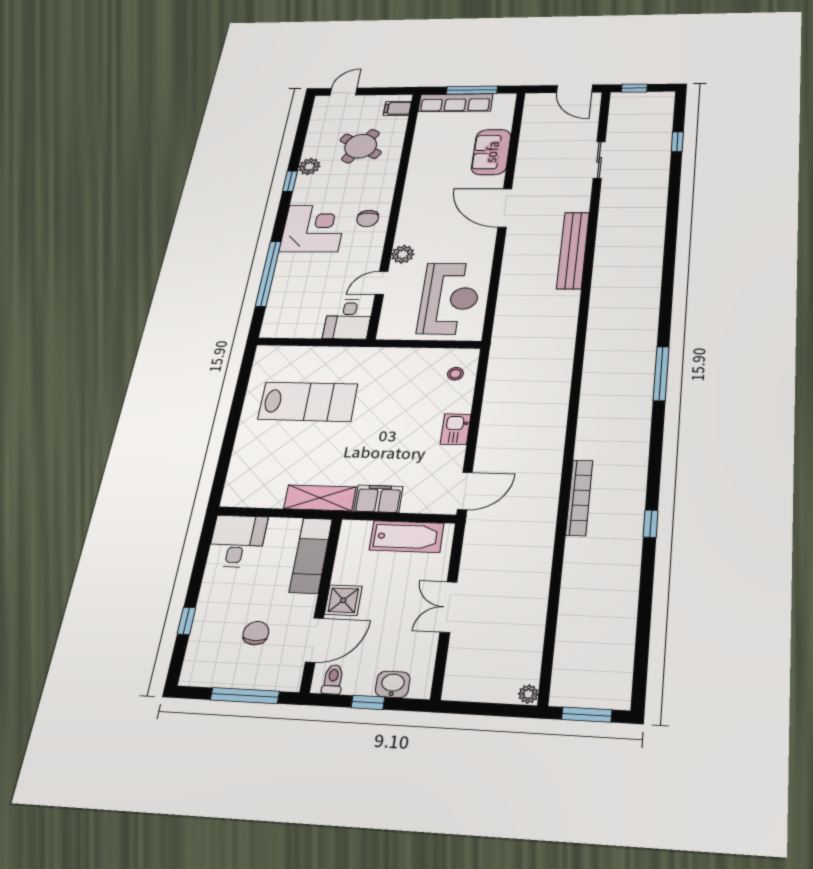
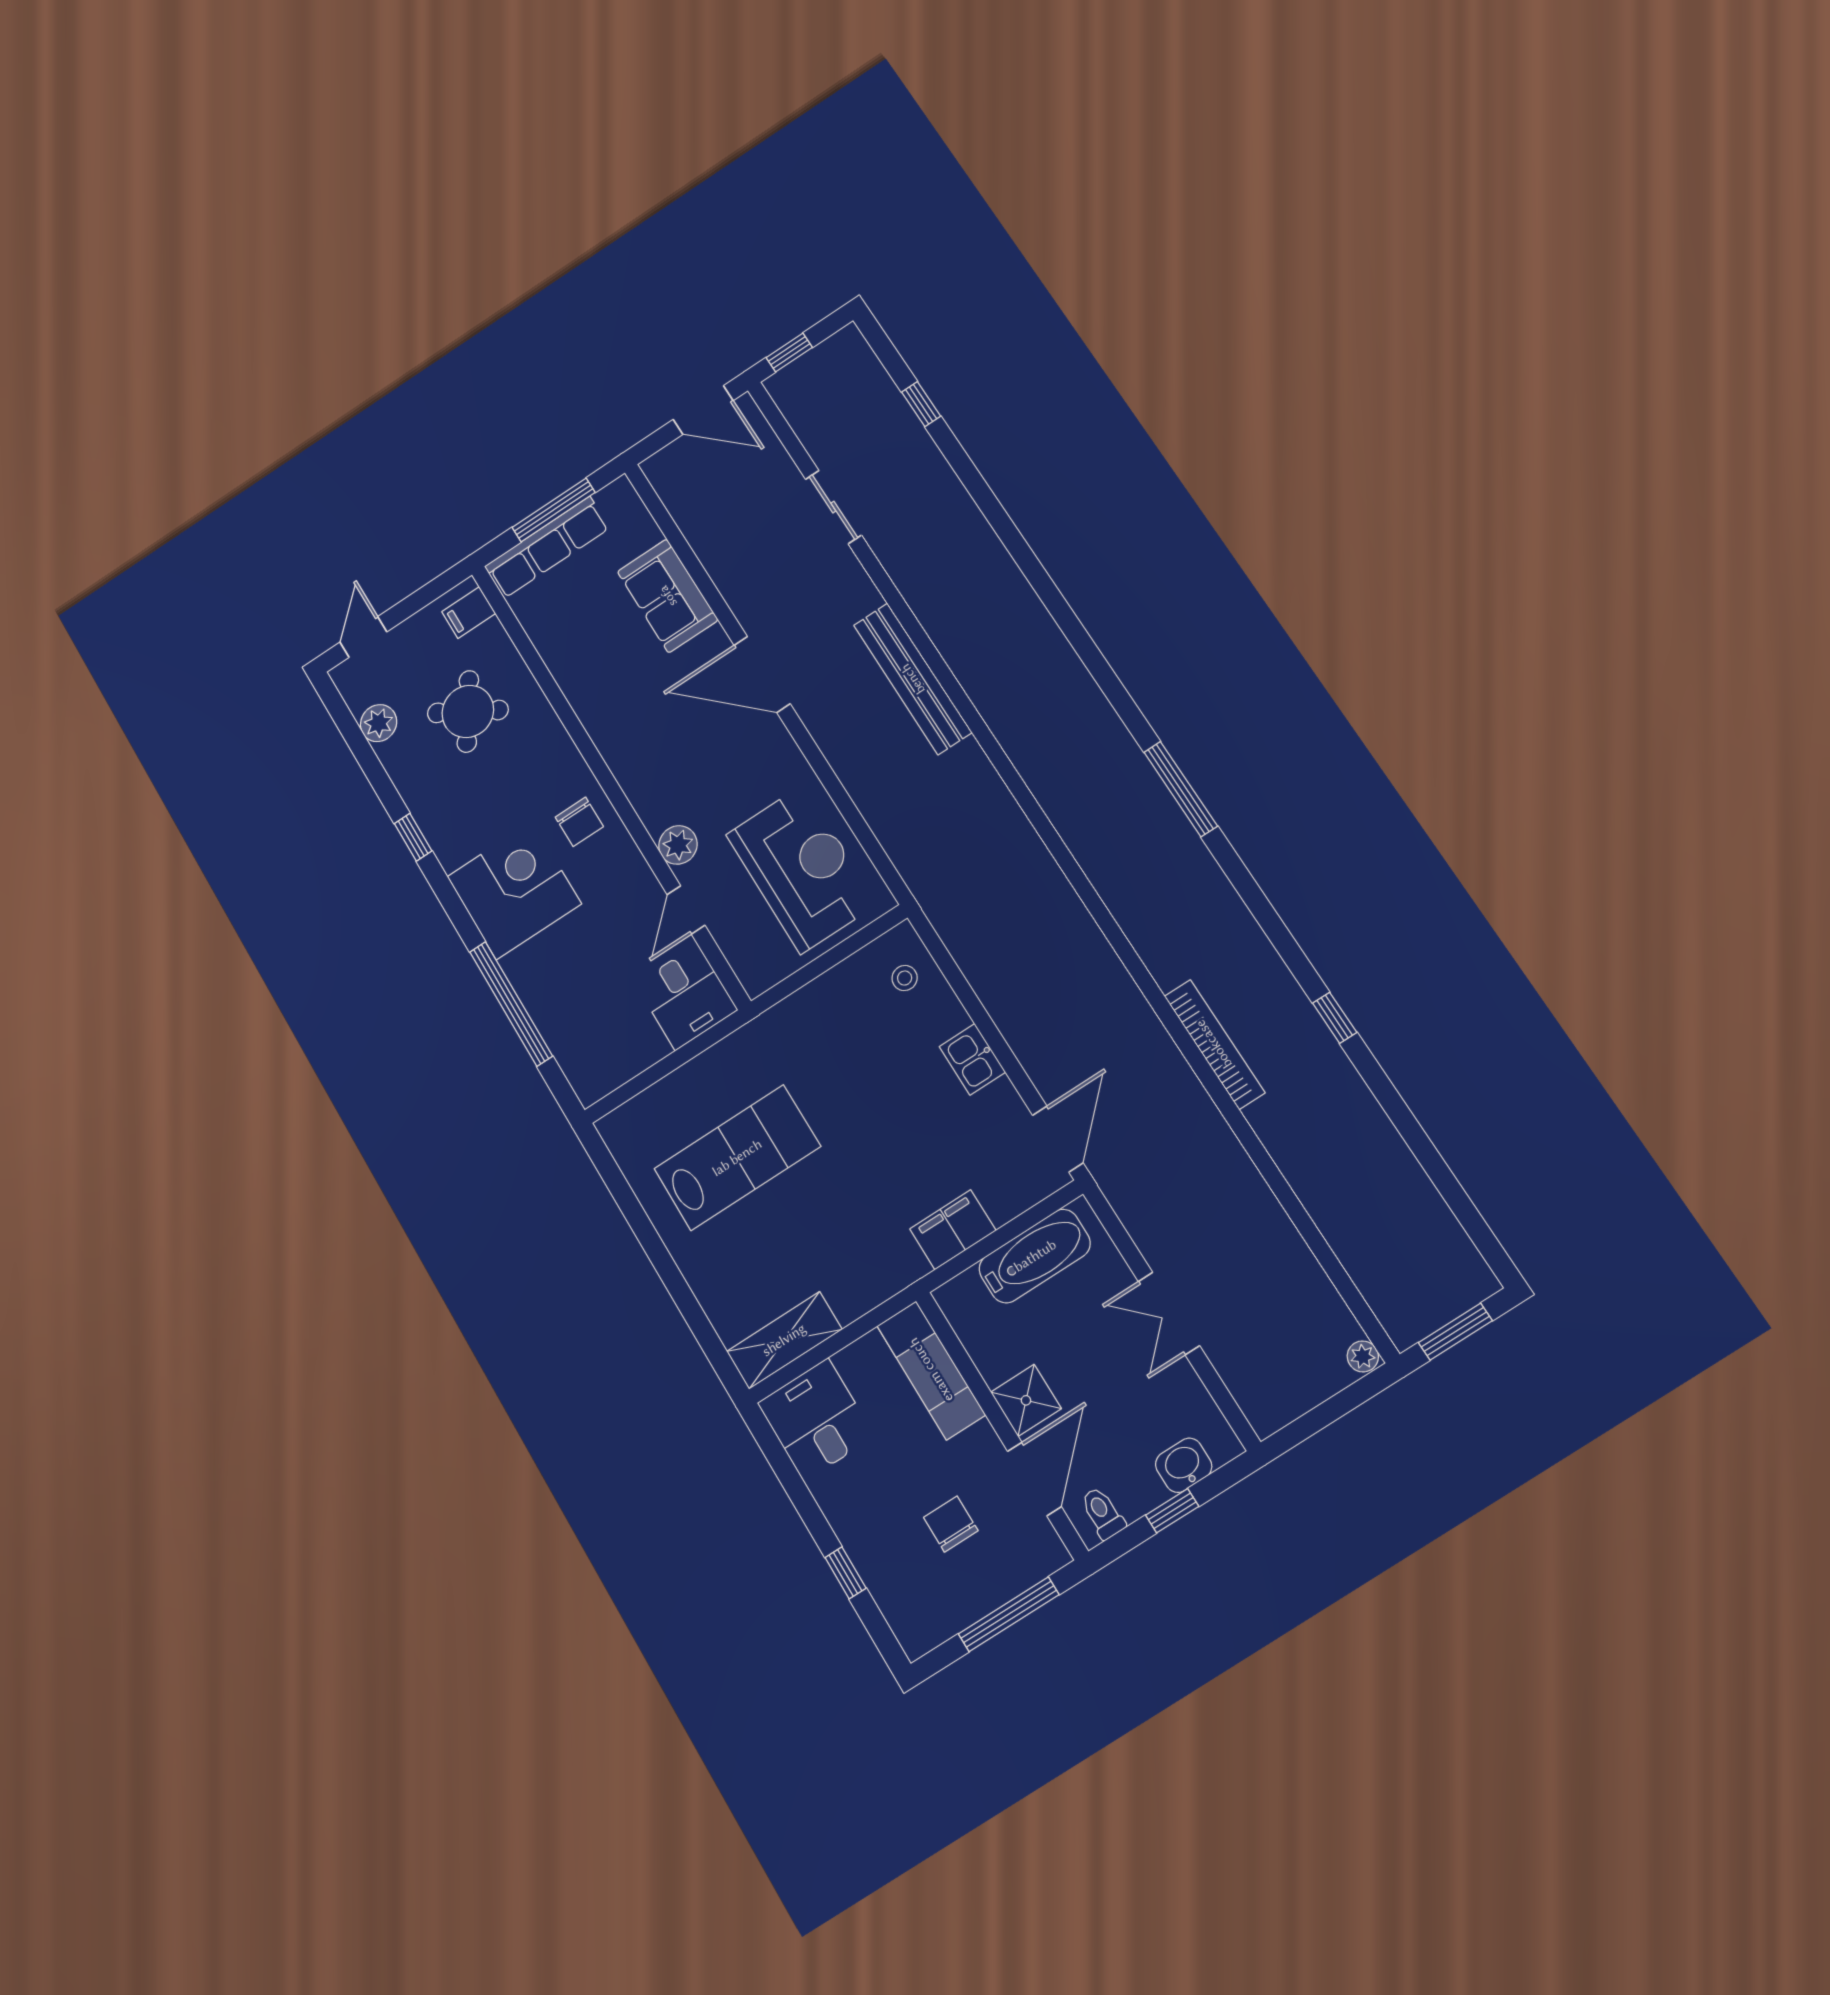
plant: (309, 166) -> (379, 723), moved
shelving: (320, 498) -> (784, 1340), moved

